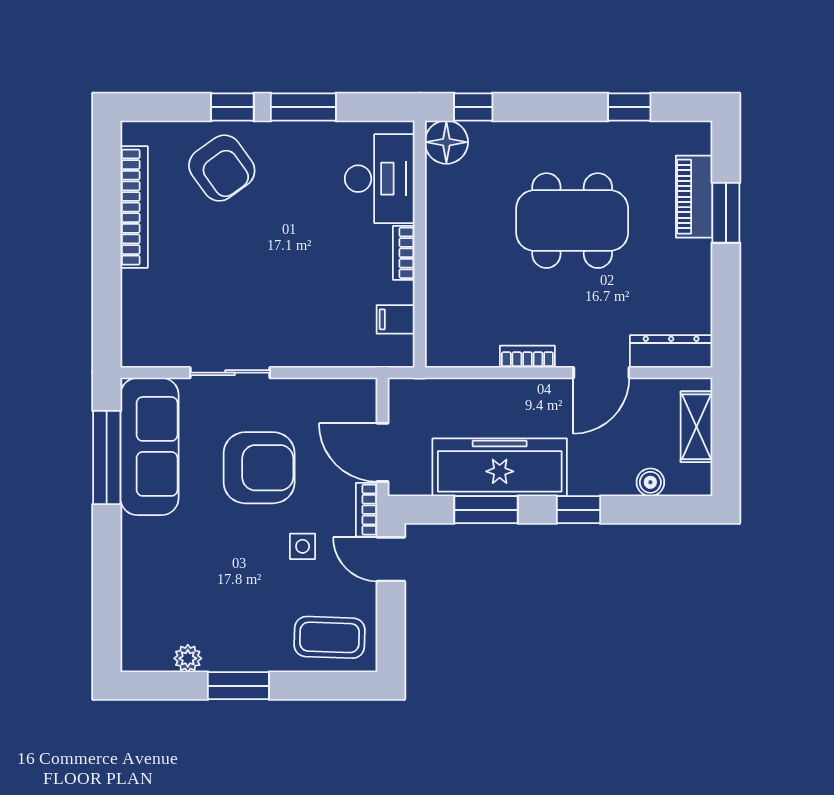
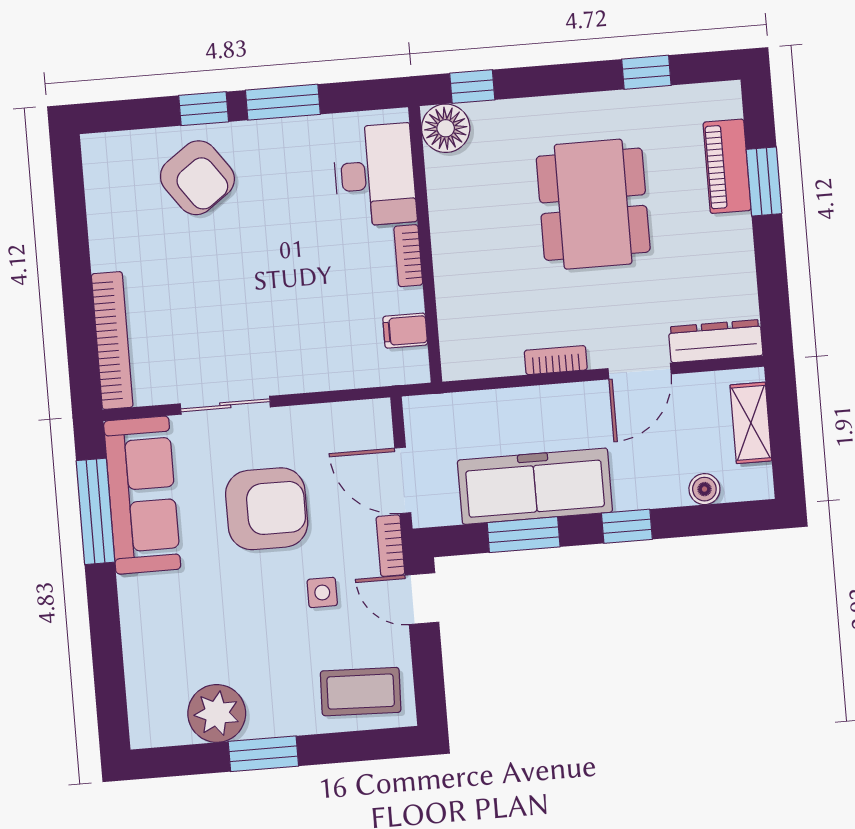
bookcase: (134, 207) -> (112, 341), moved
dining table: (572, 221) -> (593, 204), turned 90
plant: (188, 658) -> (217, 713), width x1.87, depth x1.87

